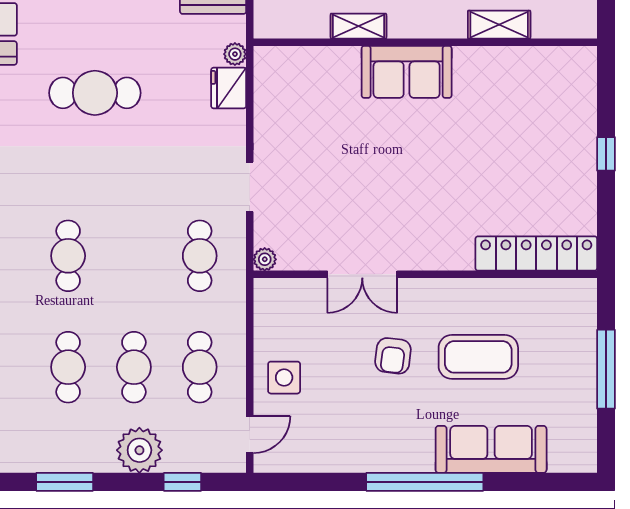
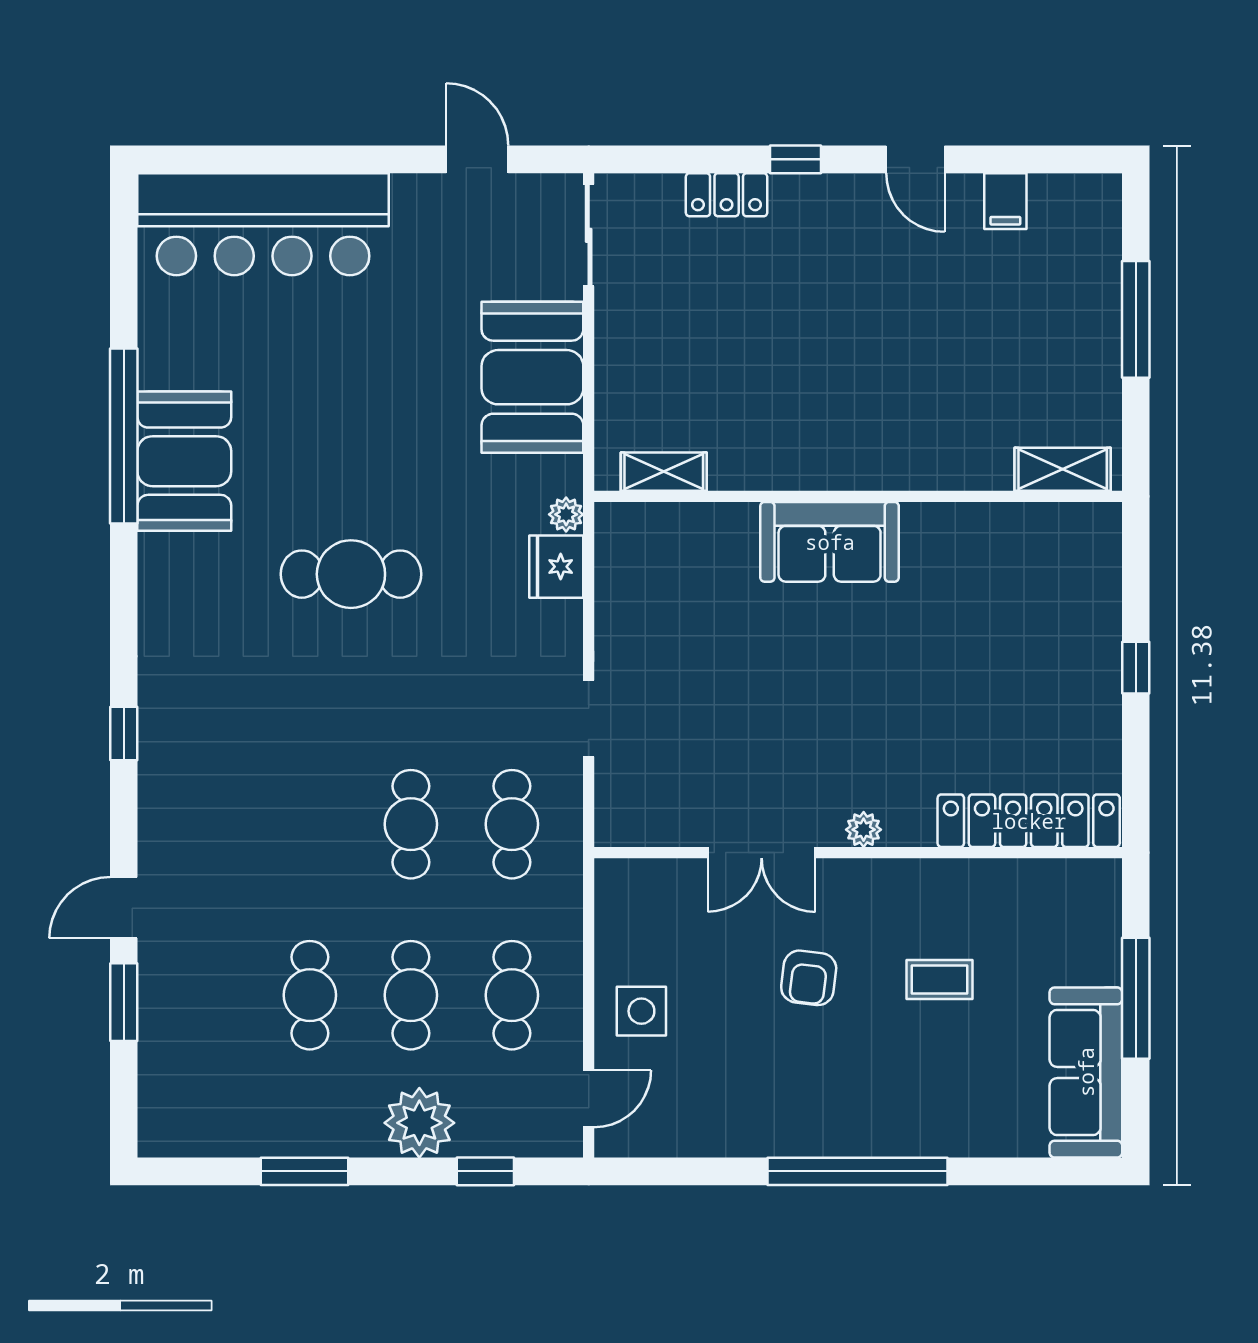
shelving: (499, 25) -> (1063, 469), moved
shelving: (358, 26) -> (664, 472), moved
cafe table: (68, 256) -> (411, 824), moved
plant: (265, 259) -> (864, 830), moved
coffee table: (478, 357) -> (940, 979), width x0.54, depth x0.58
sofa: (491, 449) -> (1086, 1072), moved, turned -90

